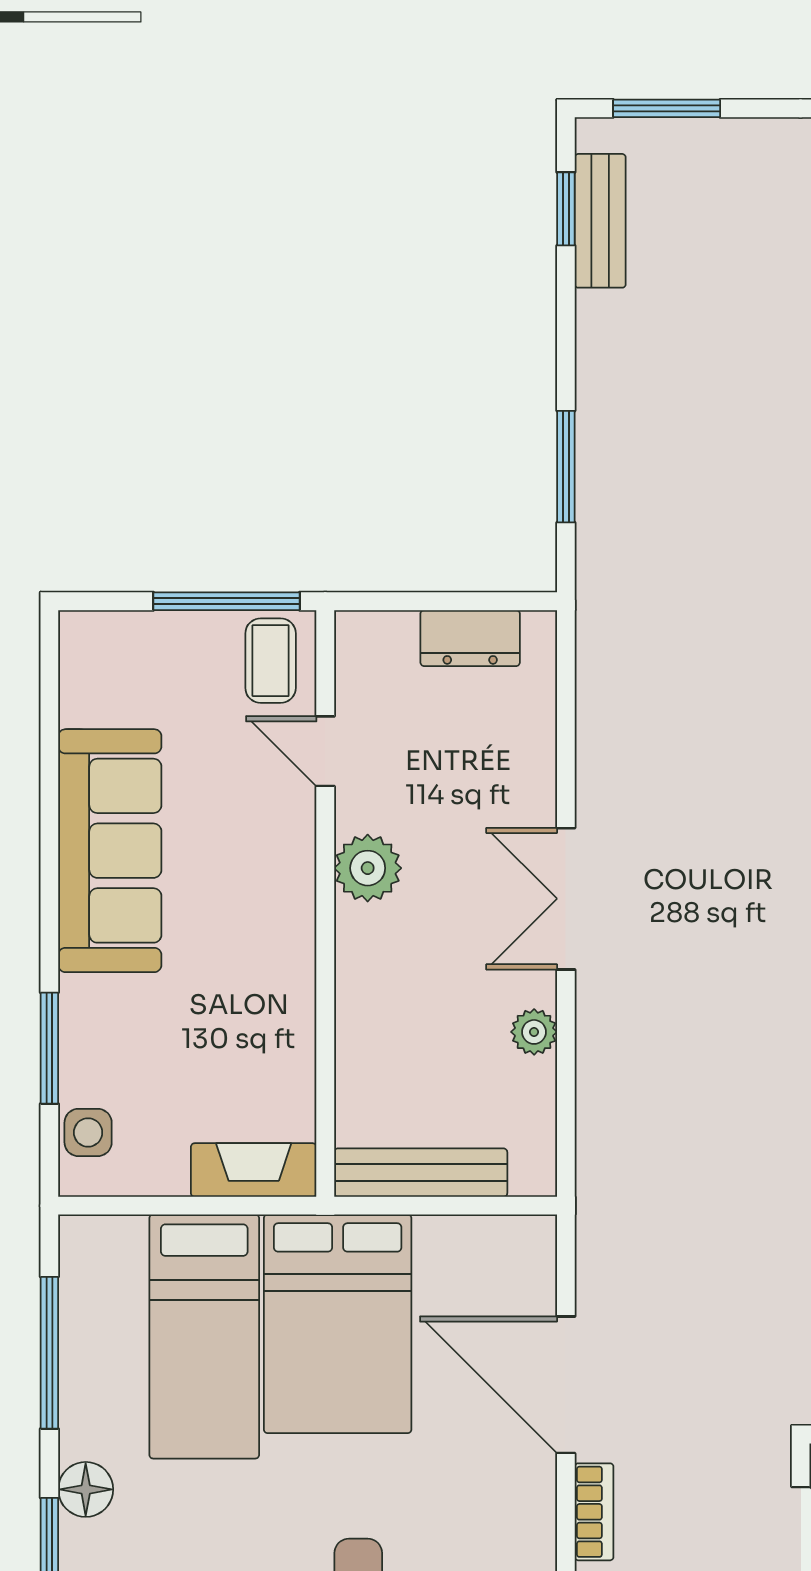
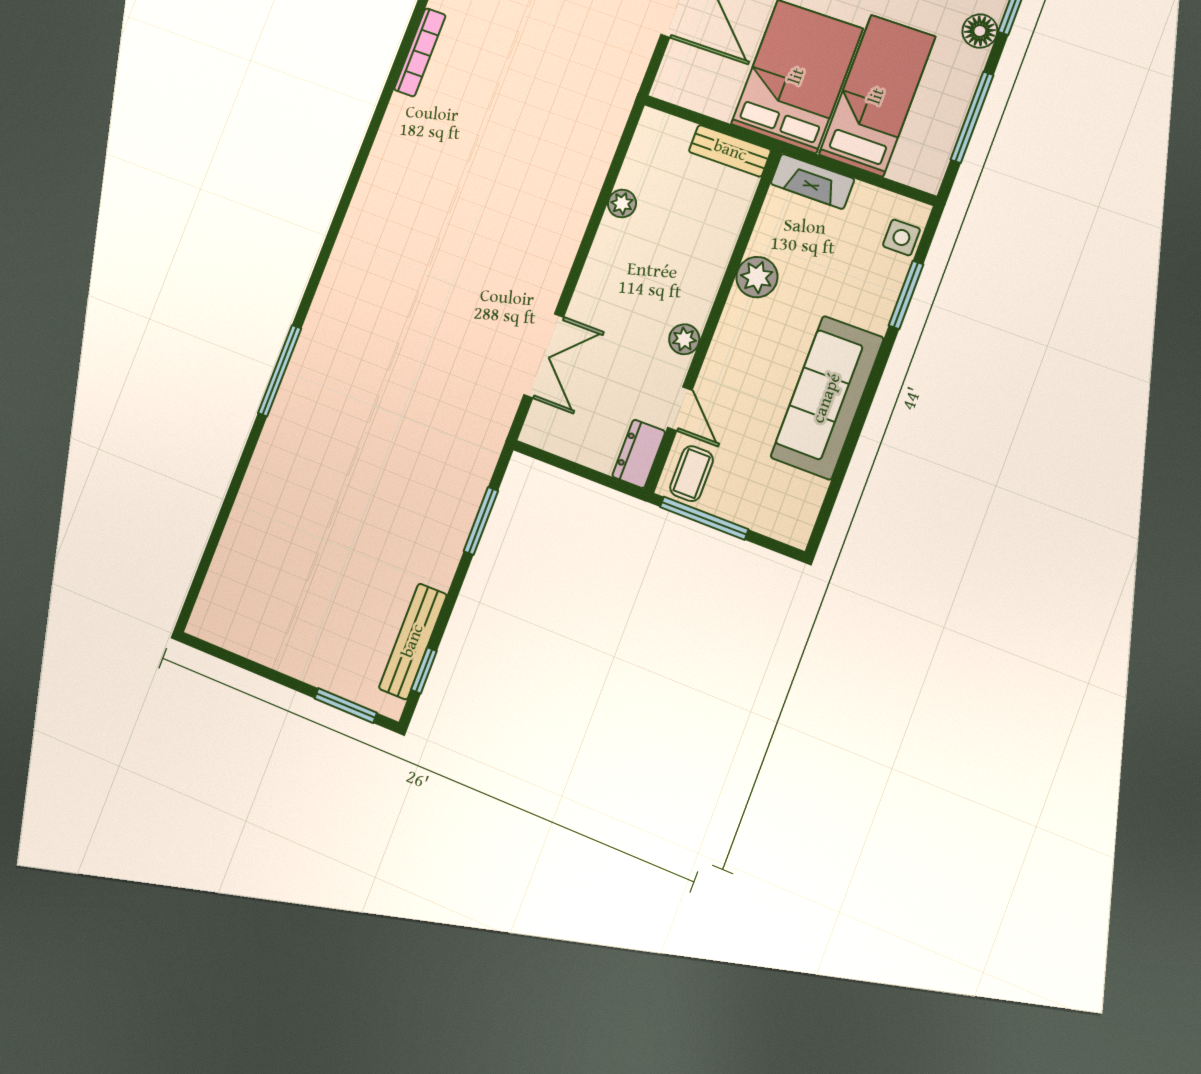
bench: (600, 221) -> (413, 641), width x1.36
dresser: (470, 638) -> (639, 454), moved, turned -90
plant: (368, 868) -> (684, 339), width x0.73, depth x0.73
double door: (566, 899) -> (544, 356), moved
plant: (283, 994) -> (757, 277), added
bench: (421, 1173) -> (730, 151), width x0.73

